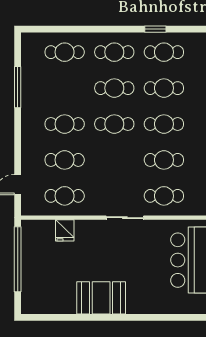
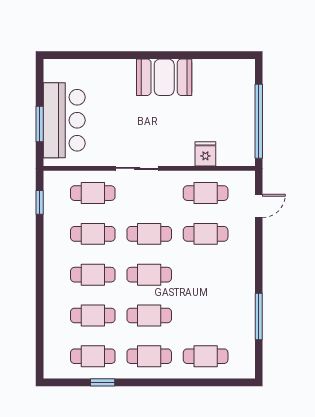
cafe table: (65, 124) -> (149, 234), moved

